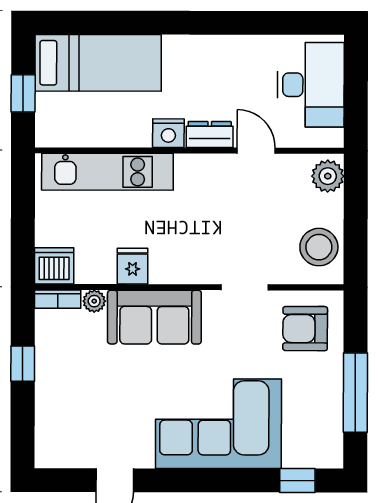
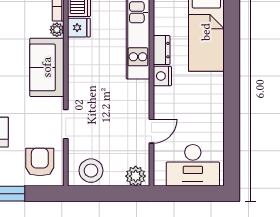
dresser: (210, 134) -> (162, 50), moved
fridge: (133, 266) -> (79, 28), moved

